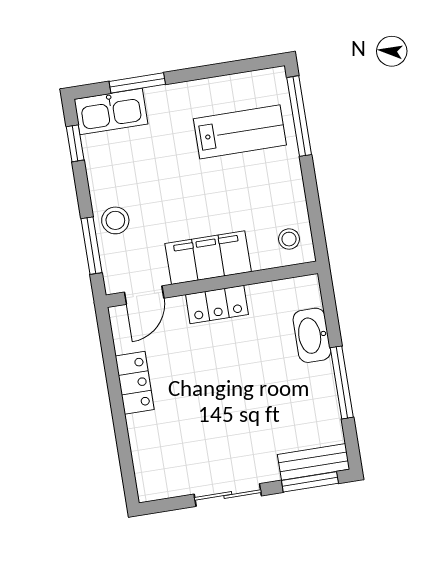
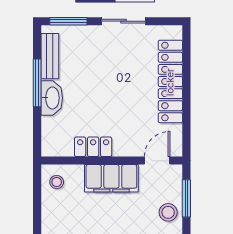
locker: (217, 305) -> (93, 147), moved
washbasin: (312, 335) -> (52, 98), moved
locker: (135, 383) -> (170, 82), width x2.16, depth x1.21
bench: (314, 462) -> (50, 56), moved, turned 90

